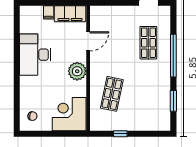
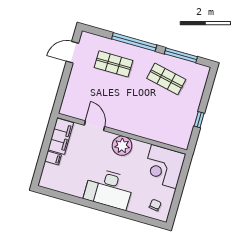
desk: (35, 55) -> (109, 189), moved
shop shelf: (112, 94) -> (166, 79), moved
window: (173, 101) -> (181, 55), width x1.44

